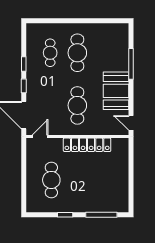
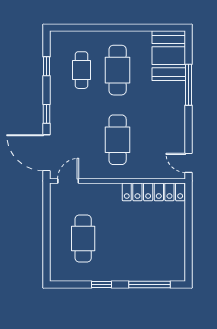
window: (24, 64) -> (46, 66), moved
booth: (116, 91) -> (169, 56), moved
locker: (87, 145) -> (153, 192), moved

